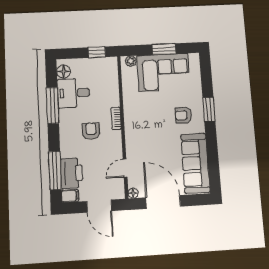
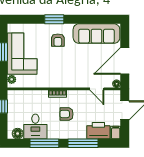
window: (55, 170) -> (83, 143), moved

